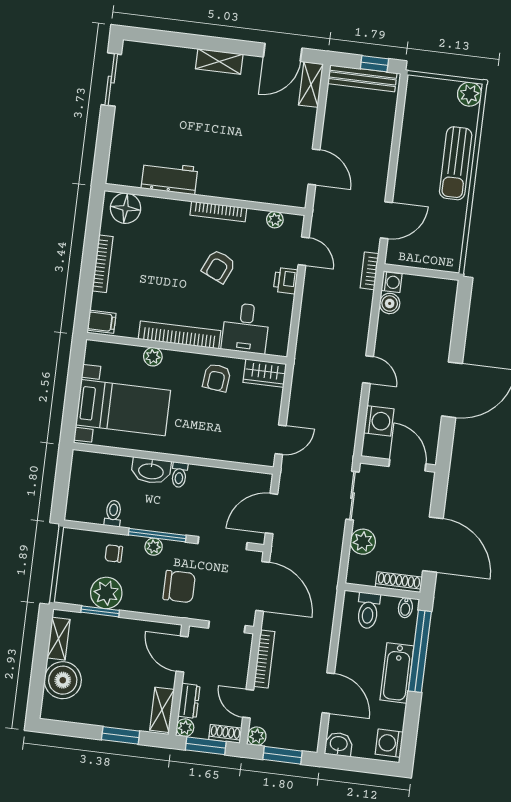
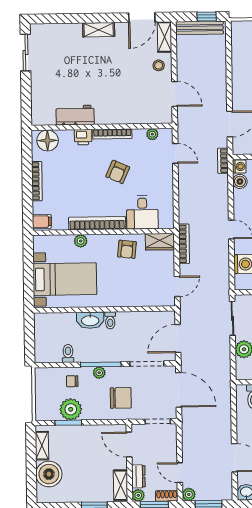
stool: (297, 124) -> (159, 65), added
printer: (286, 281) -> (83, 137), moved, turned -90
bookcase: (264, 659) -> (184, 244), moved

